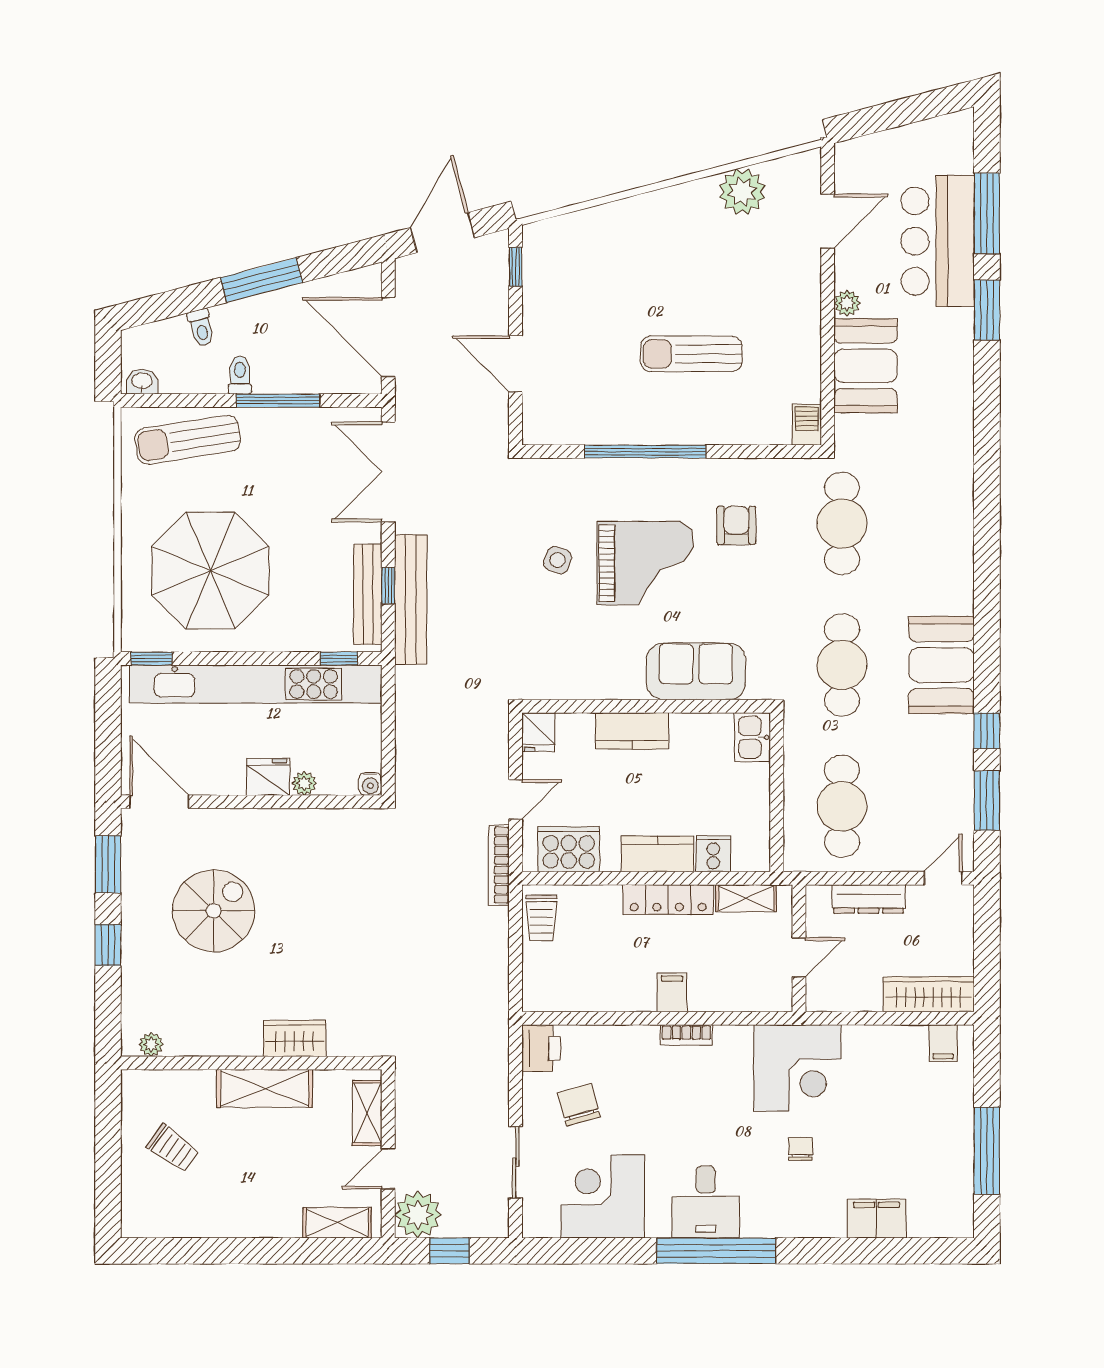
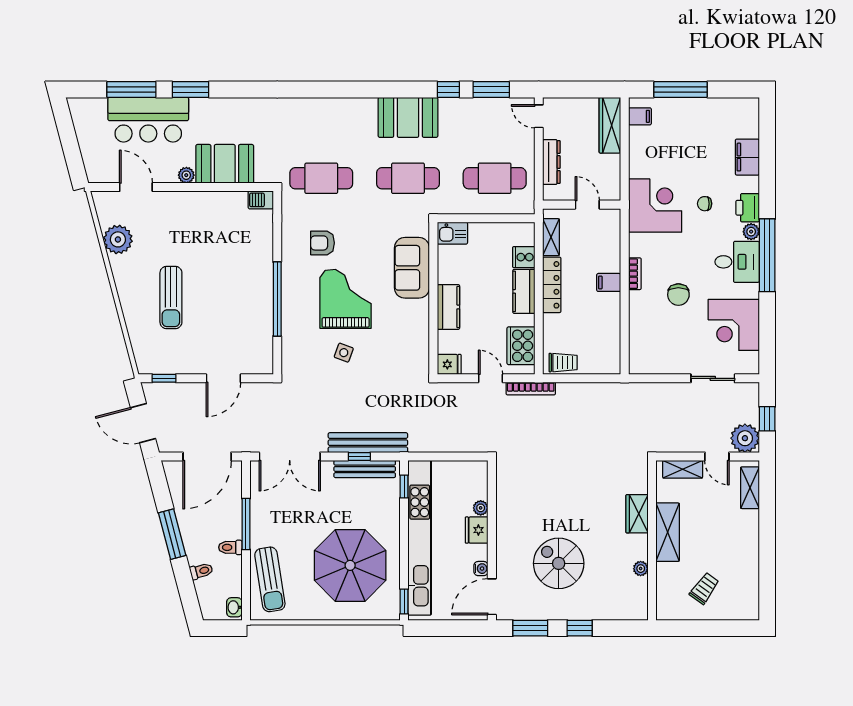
sun lounger: (691, 354) -> (171, 297), moved
water cooler: (370, 784) -> (481, 569), moved
plant: (151, 1045) -> (641, 569), moved
printer: (541, 1048) -> (748, 208), moved, turned -90
chair: (579, 1105) -> (678, 295), moved, turned -74
window: (987, 1151) -> (680, 89), moved
plant: (755, 1225) -> (751, 232), added

